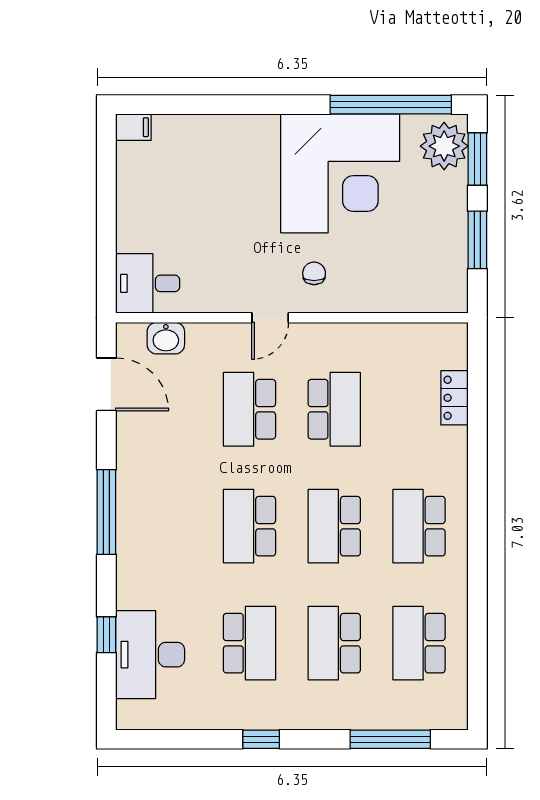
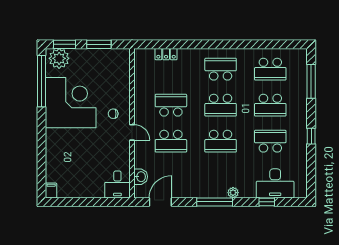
school desk: (419, 526) -> (221, 69), turned 180
plant: (128, 555) -> (233, 193), added

